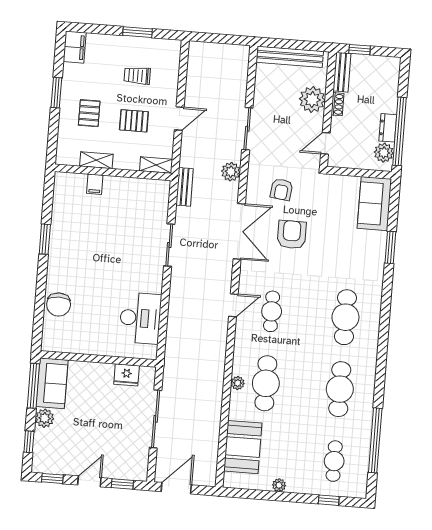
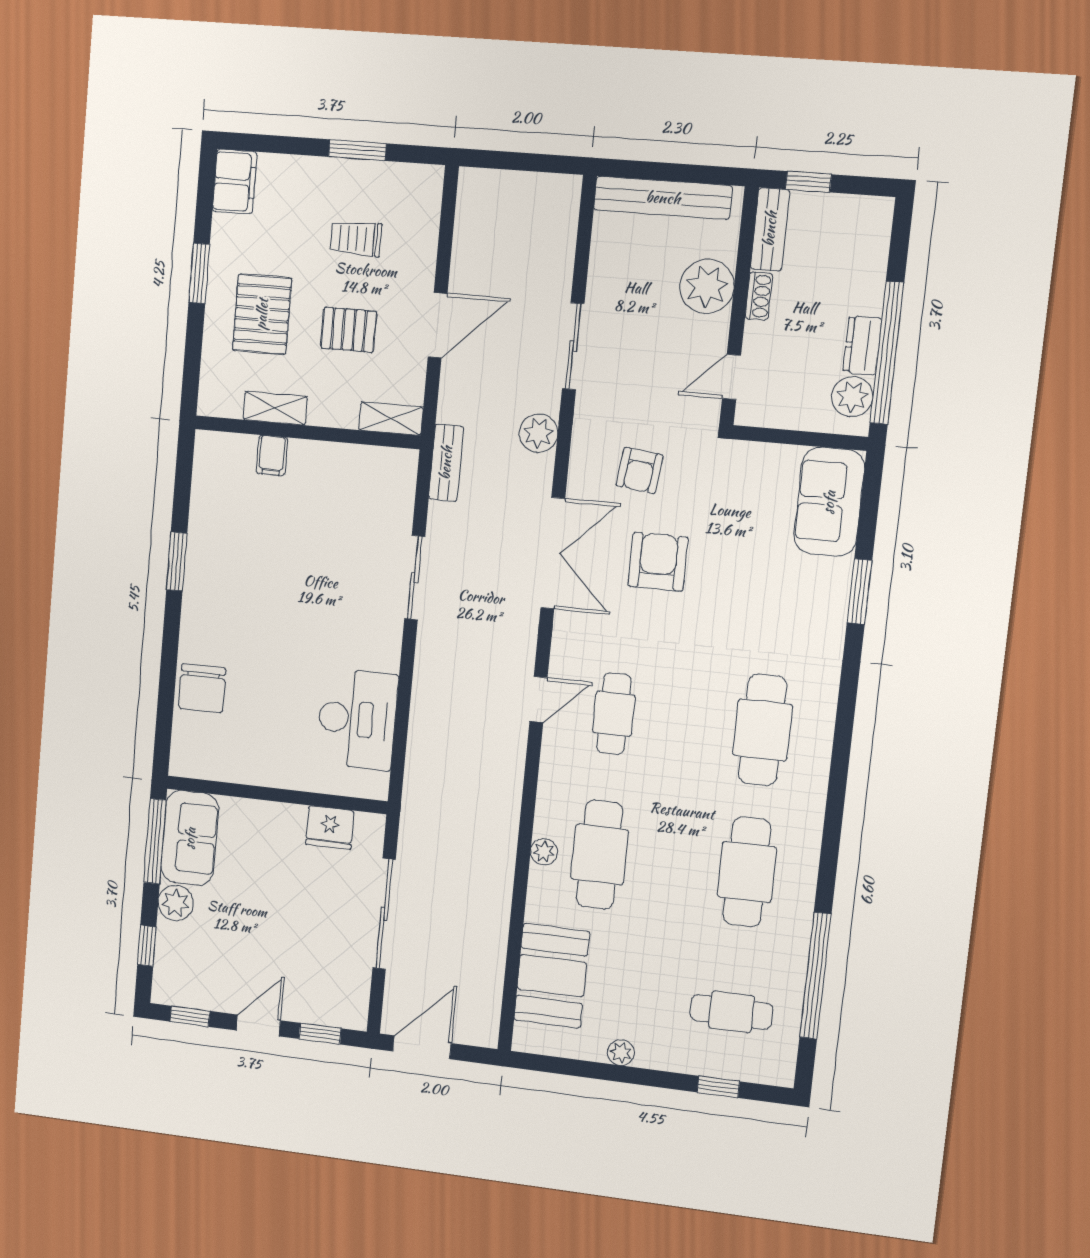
pallet: (89, 113) -> (262, 314), width x1.50, depth x1.42
door: (179, 118) -> (438, 325), width x1.38
cafe table: (334, 461) -> (731, 1012), turned 90

